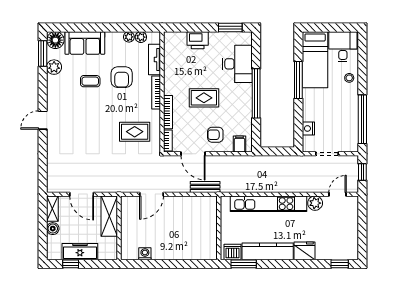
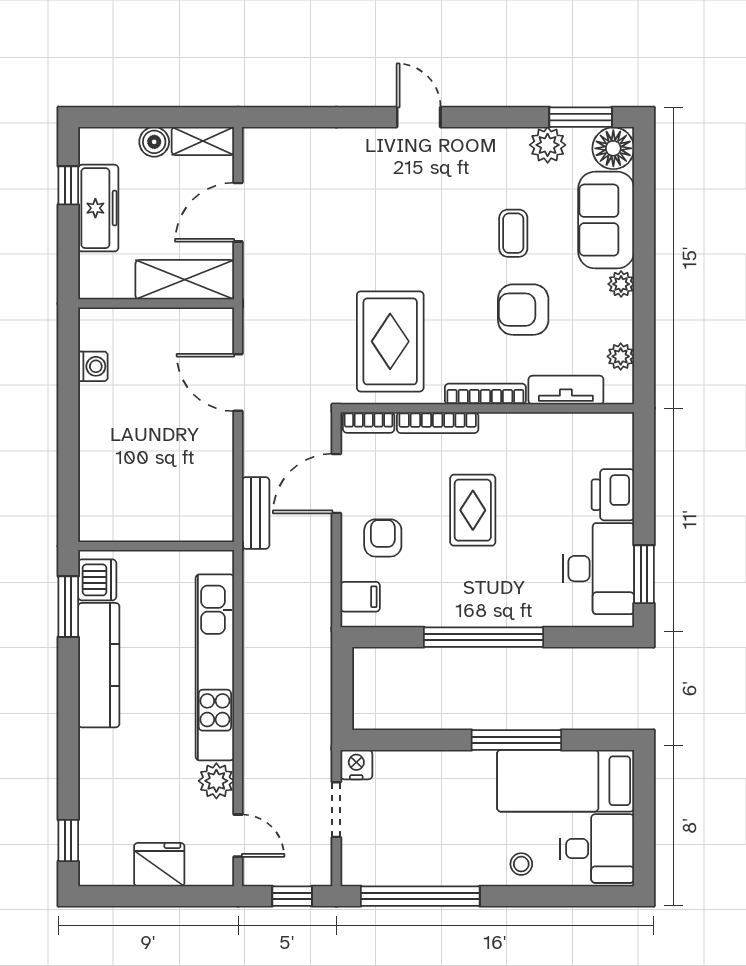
plant: (129, 37) -> (621, 284), moved
desk: (237, 64) -> (598, 569), moved, turned -90
nightstand: (308, 128) -> (356, 765), moved
rug: (135, 132) -> (390, 341), width x1.36, depth x1.43
fridge: (305, 251) -> (159, 865), moved, turned -90

